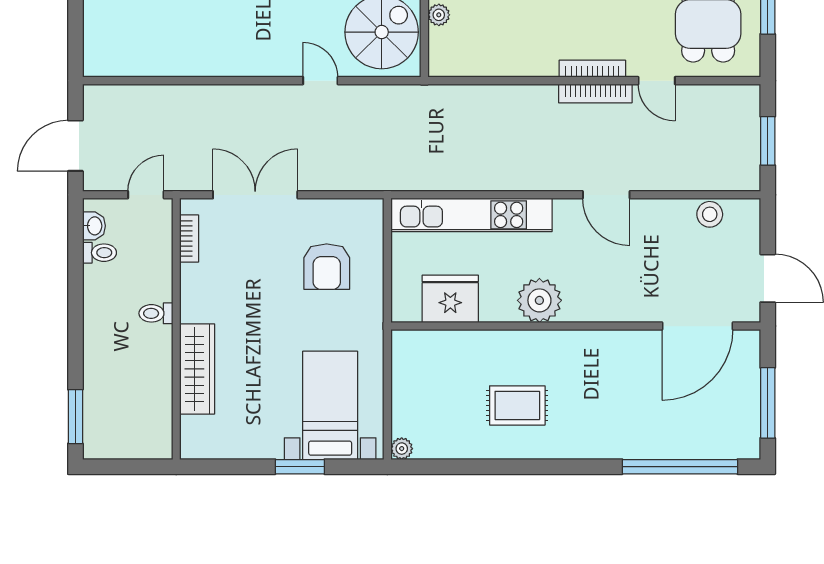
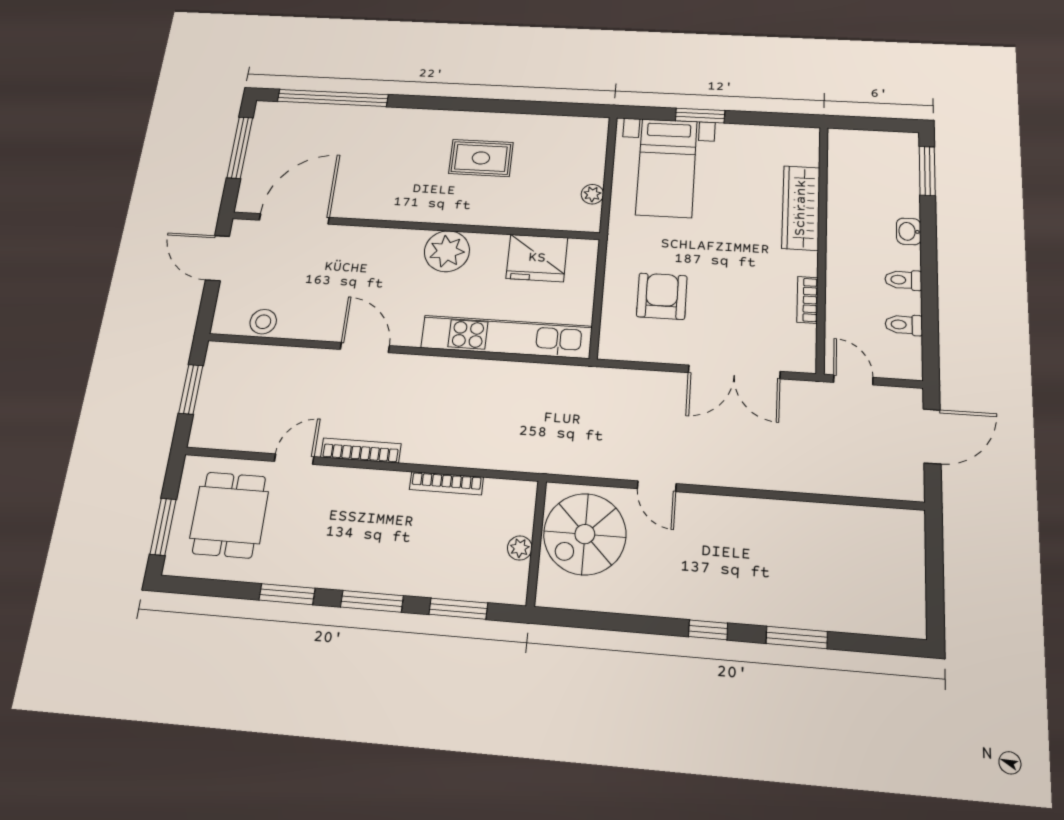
bookcase: (592, 69) -> (446, 483), moved
door: (657, 81) -> (294, 459), hinge flipped
door: (146, 195) -> (853, 380), swing flipped
washbasin: (94, 226) -> (909, 231), moved
bookcase: (189, 239) -> (807, 300), moved
toilet: (156, 313) -> (903, 280), moved, turned 180
plant: (402, 449) -> (592, 194), moved

